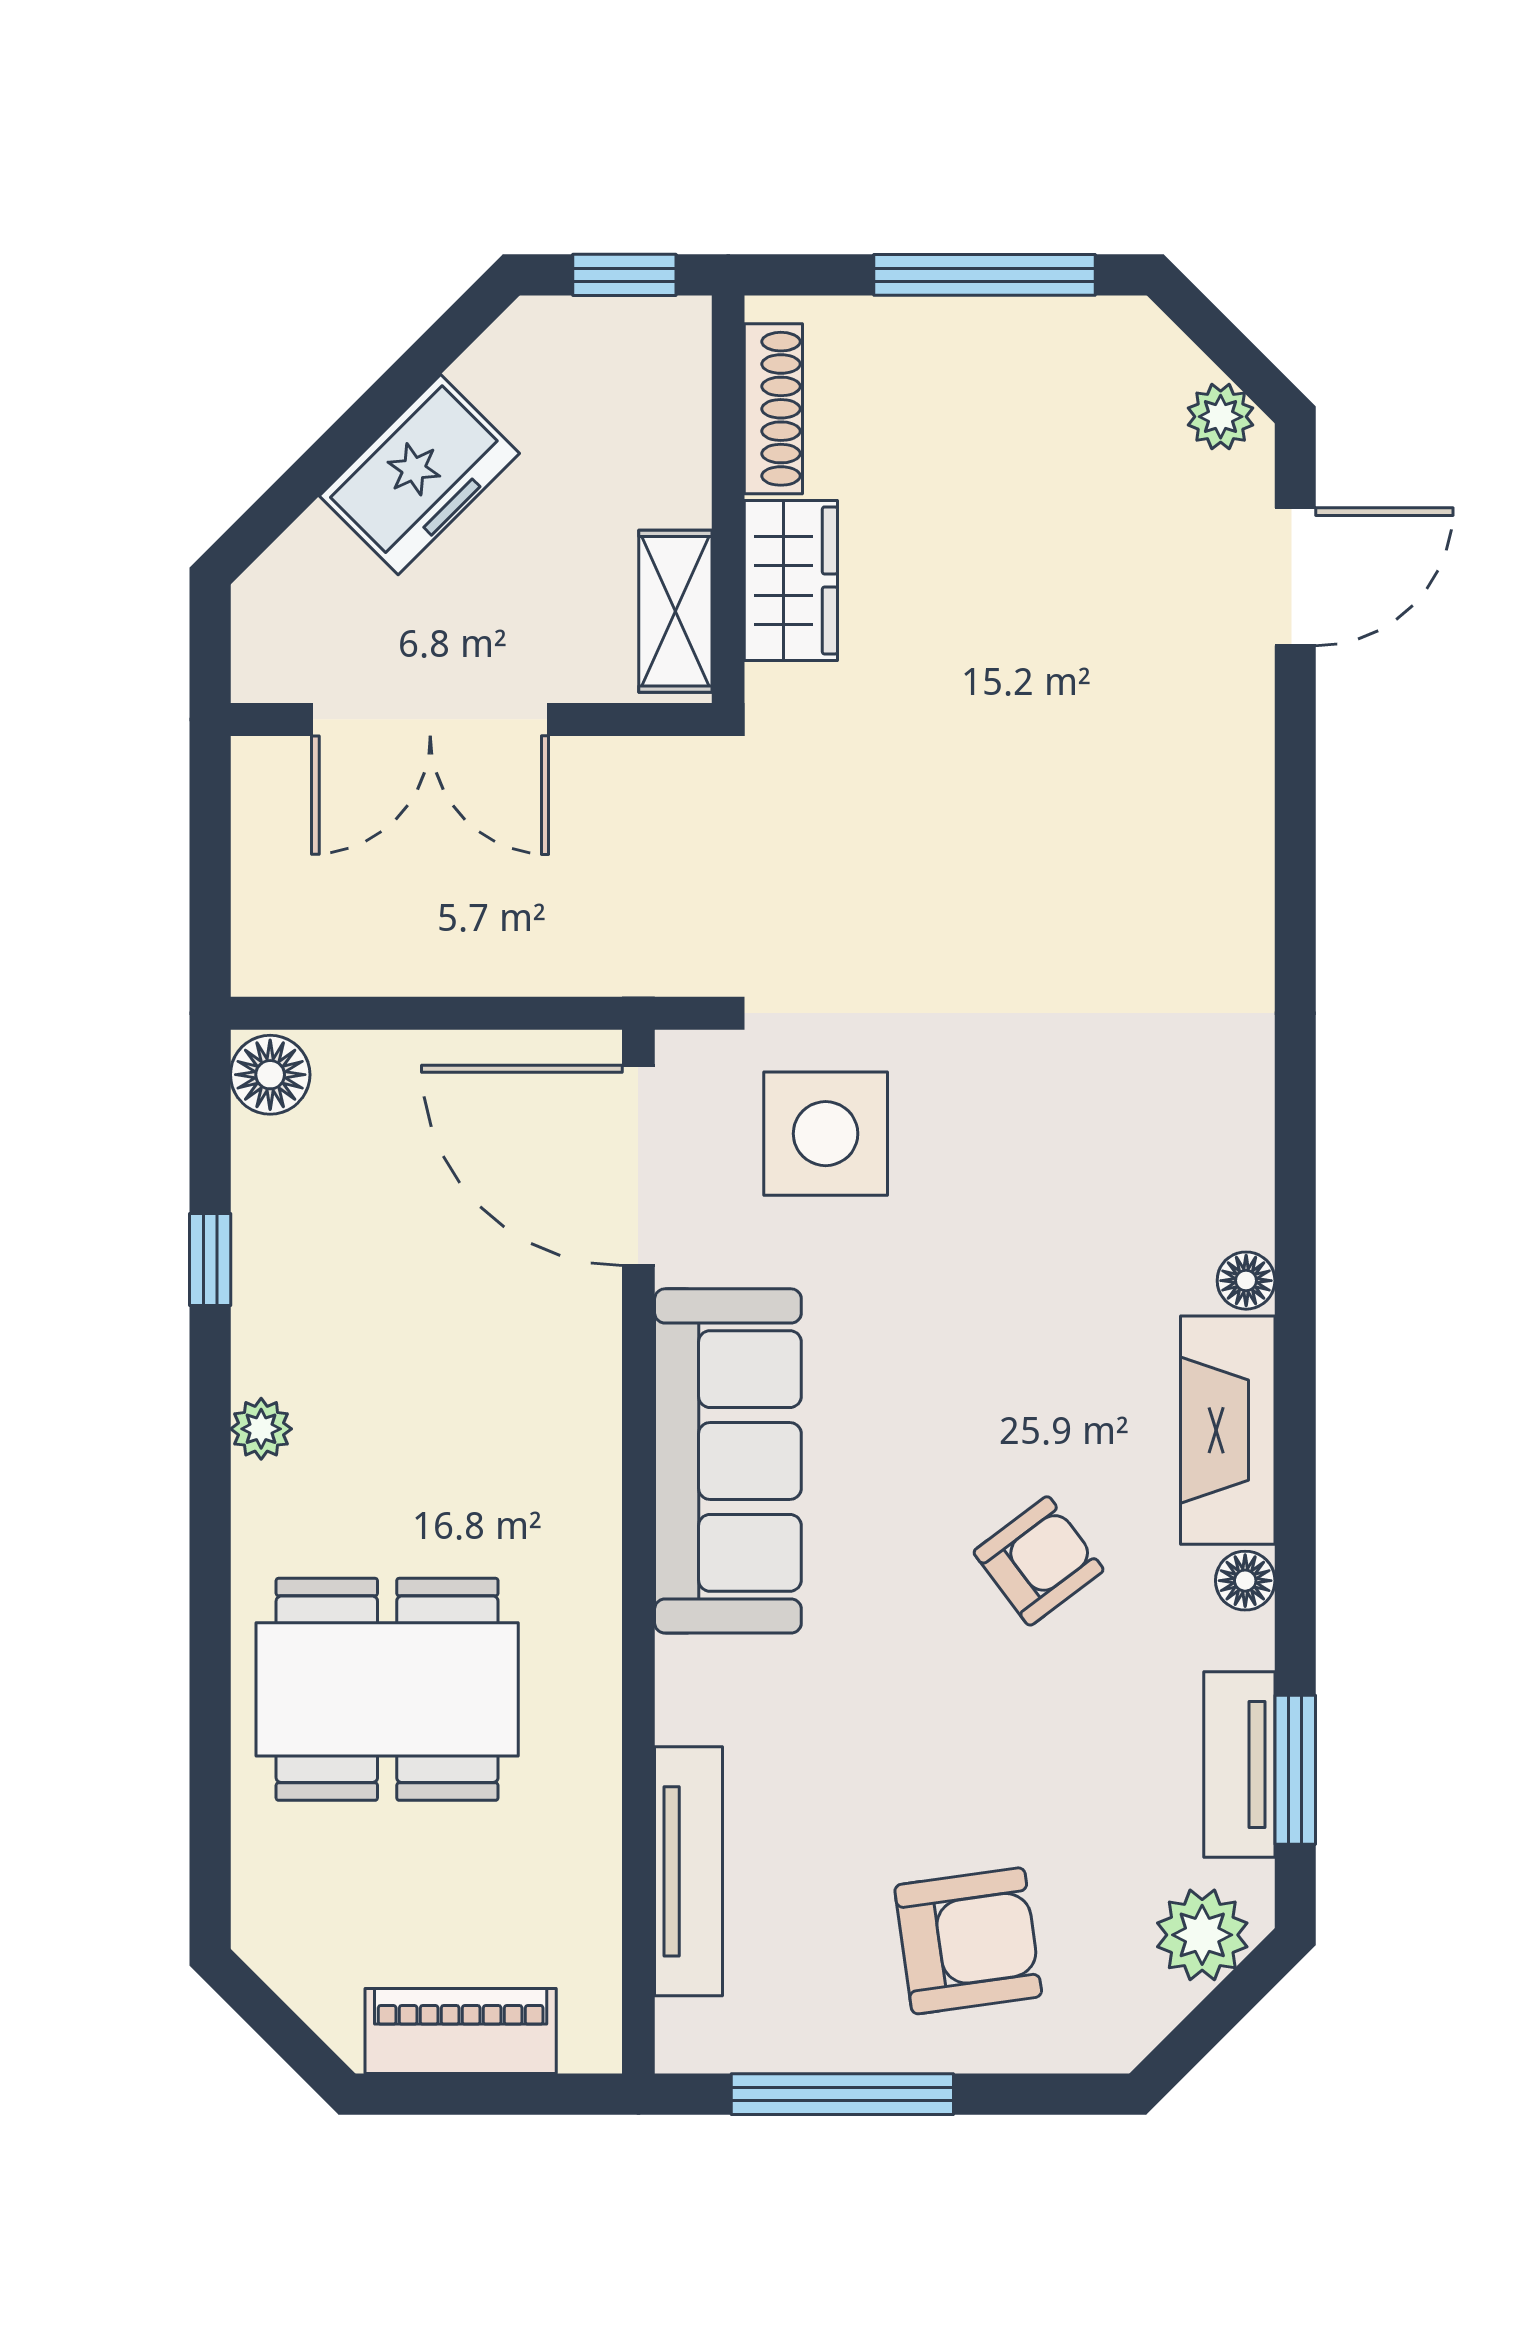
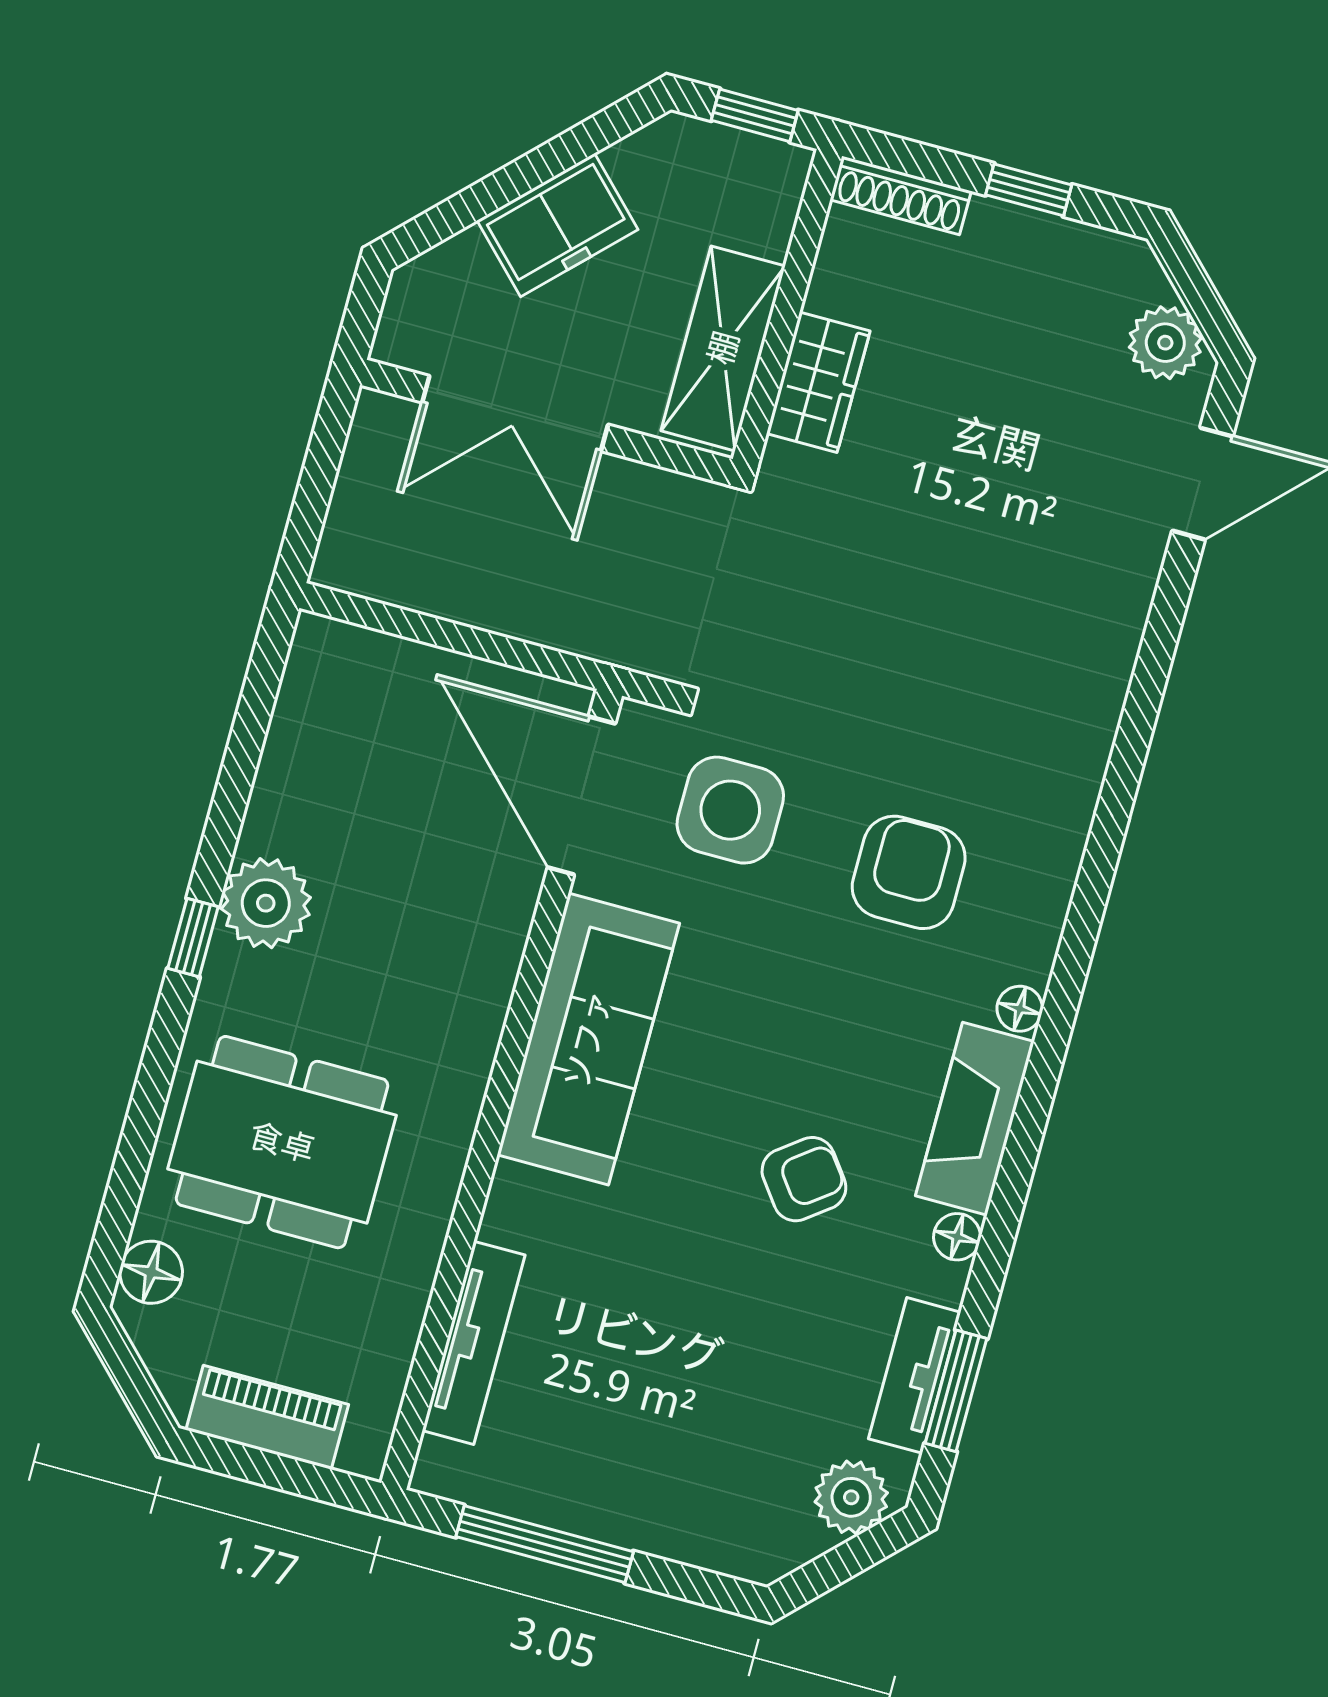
window: (985, 275) -> (1029, 190), width x0.46
shoe rack: (773, 409) -> (901, 195), moved, turned 90
plant: (1221, 417) -> (1165, 343), width x1.38, depth x1.38
shelving: (675, 611) -> (723, 348), width x1.50, depth x1.33
floor lamp: (270, 1075) -> (151, 1272), moved
window: (210, 1259) -> (193, 938), moved
plant: (261, 1429) -> (266, 903), width x1.88, depth x1.88
armchair: (968, 1941) -> (909, 872), moved, turned -82

